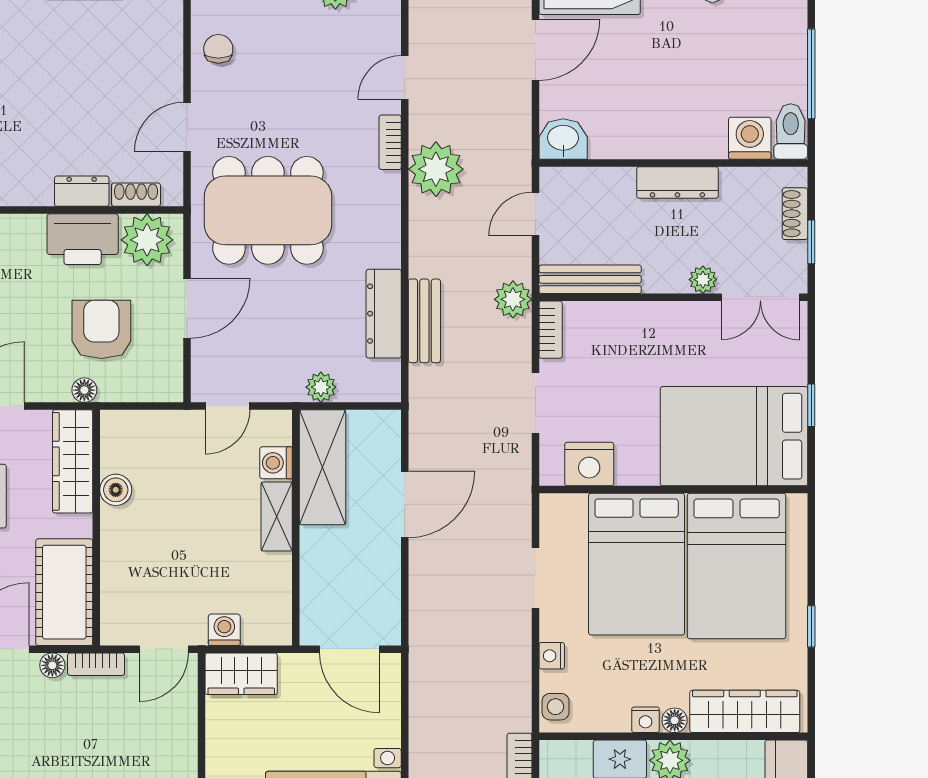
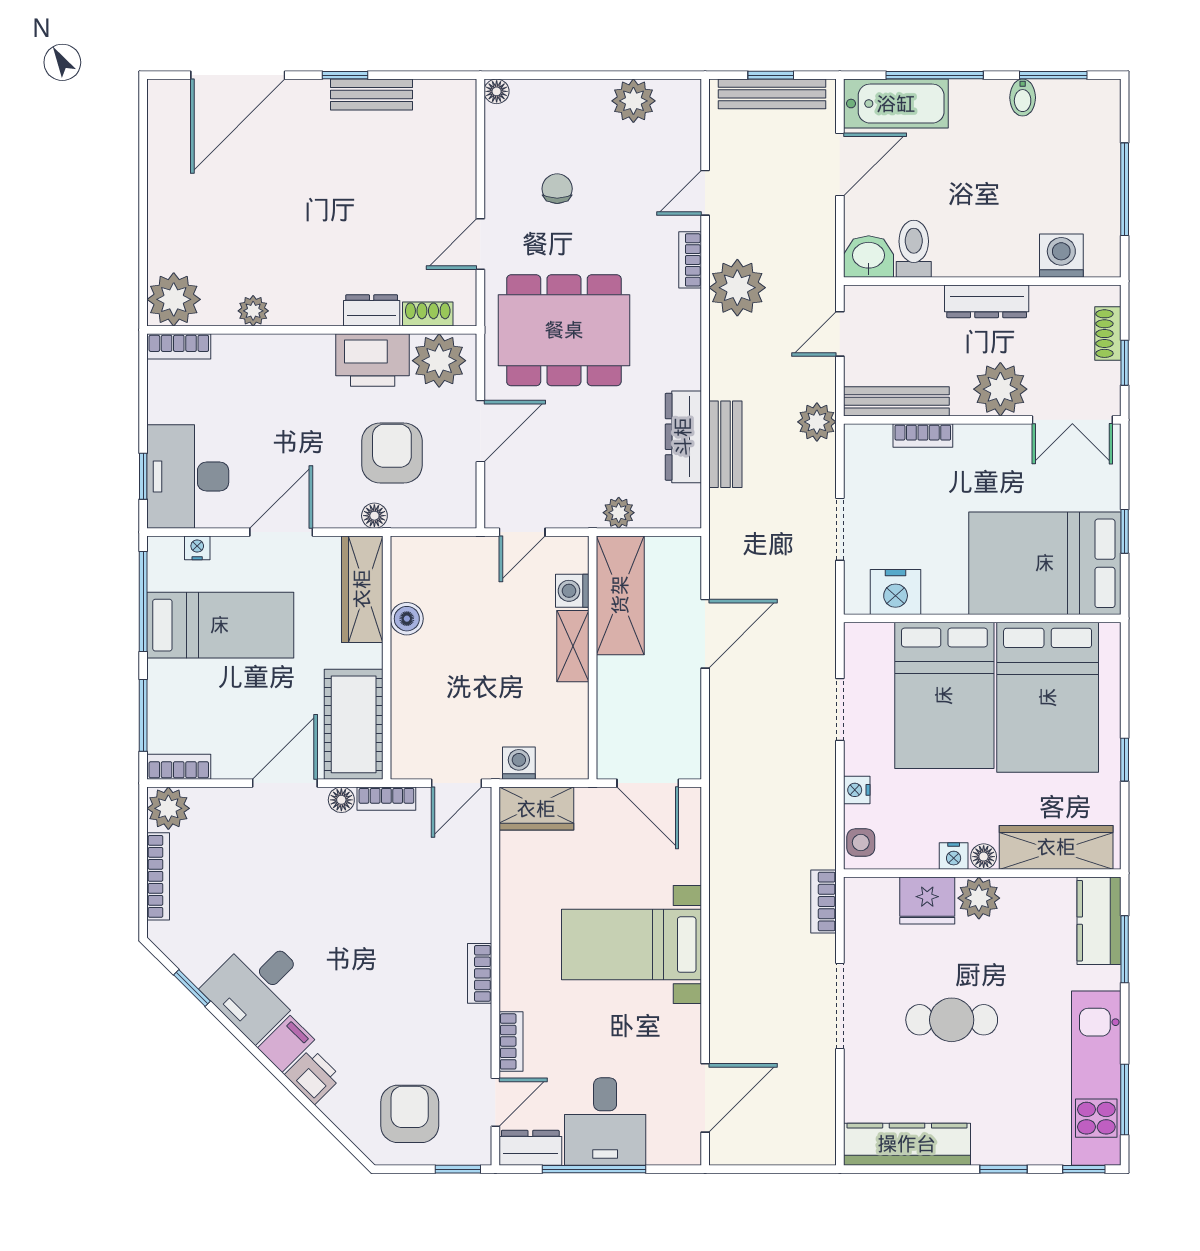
chair: (218, 49) -> (557, 189), moved
toilet: (791, 131) -> (914, 249), moved
plant: (703, 280) -> (1000, 389), width x1.88, depth x1.88
bookcase: (551, 330) -> (923, 435), moved, turned 90

